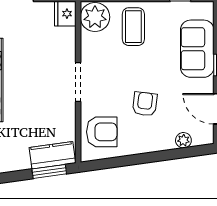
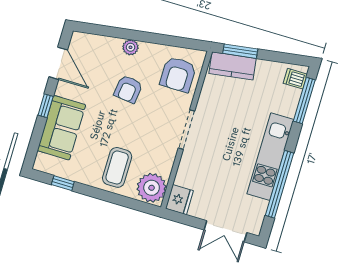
armchair: (102, 132) -> (178, 74), turned -90
plant: (183, 140) -> (130, 47), moved

